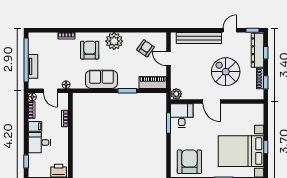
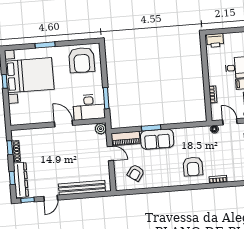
plant: (114, 41) -> (169, 178), removed
door: (169, 59) -> (110, 153), moved
spiral stairs: (226, 72) -> (52, 155), removed
sofa: (101, 79) -> (157, 139), moved
desk: (182, 116) -> (89, 107), width x1.37

